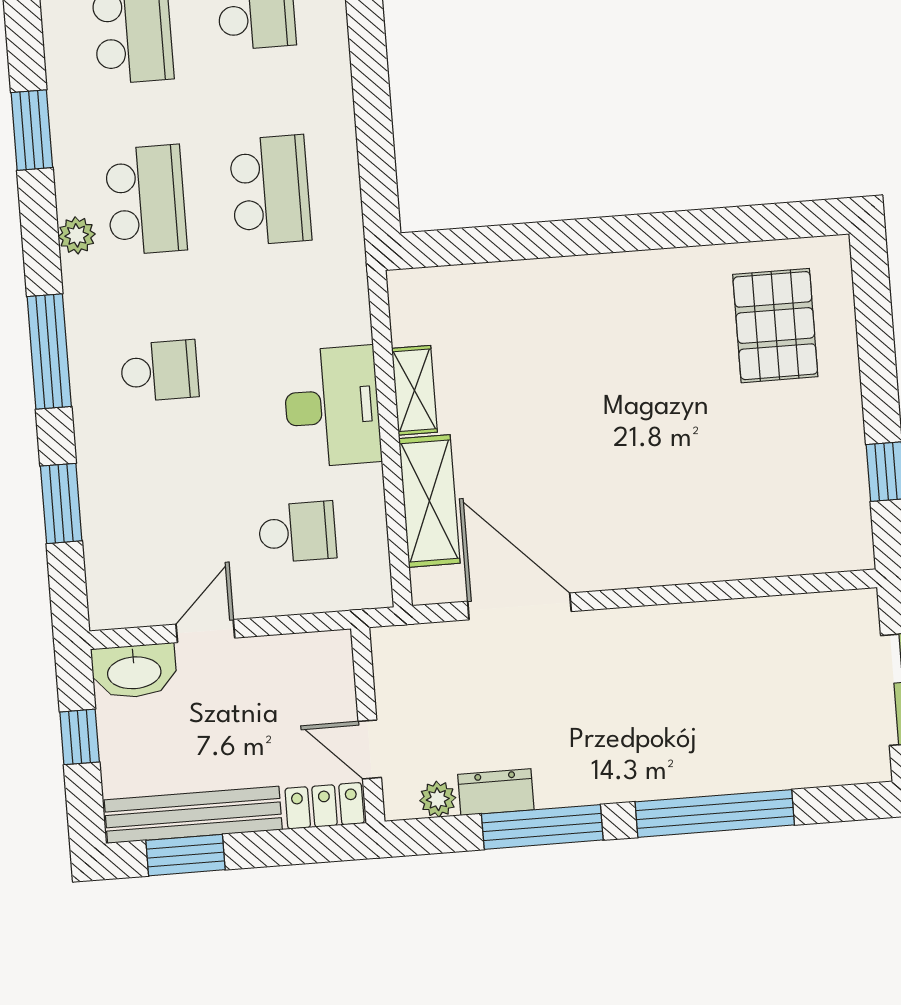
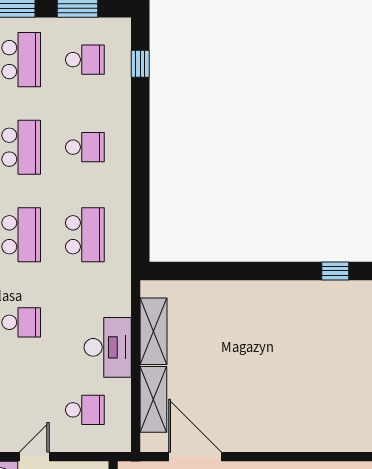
window: (765, 222) -> (335, 271), added
pallet: (775, 326) -> (336, 324), removed
shelving: (414, 390) -> (154, 331), width x1.50, depth x1.33

